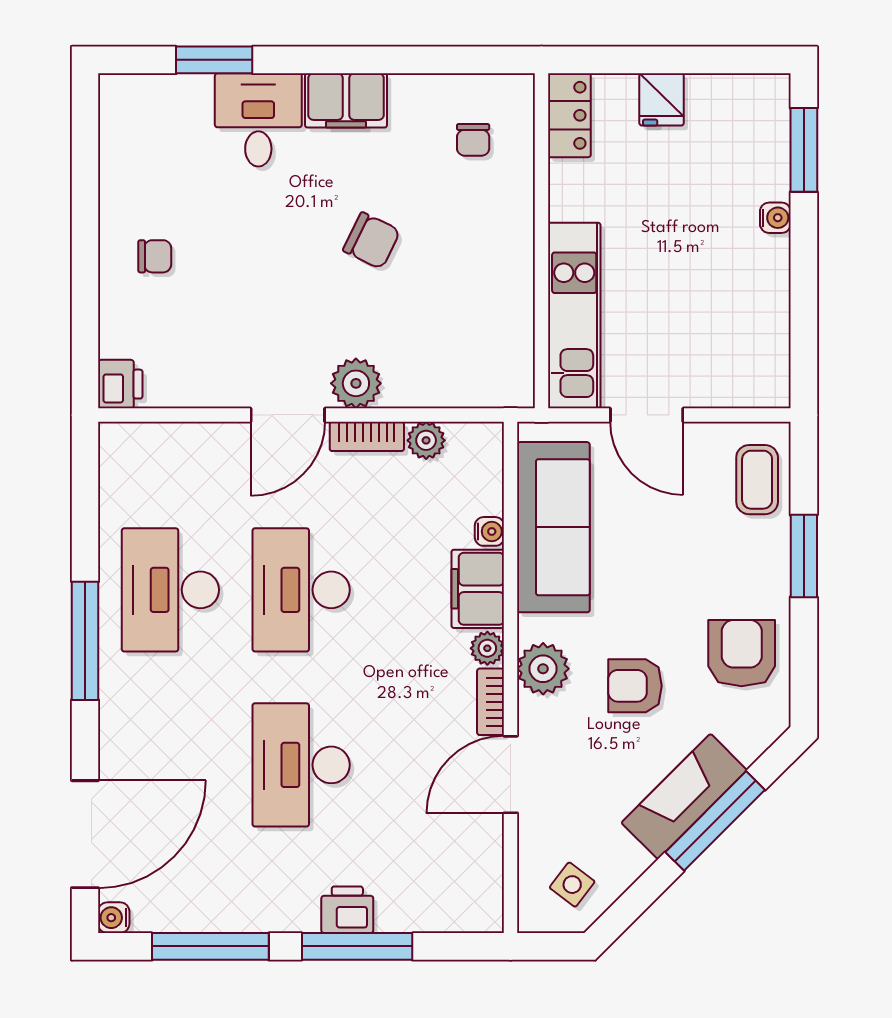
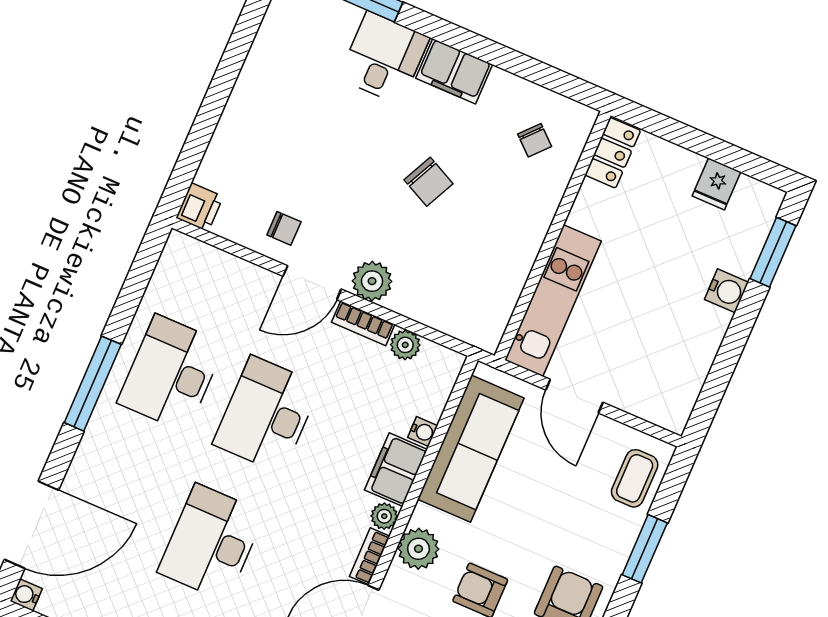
fridge: (662, 99) -> (716, 184), moved
chair: (473, 140) -> (535, 140), turned -48
water cooler: (775, 218) -> (726, 291), width x1.38, depth x1.38
chair: (155, 256) -> (284, 228), moved

